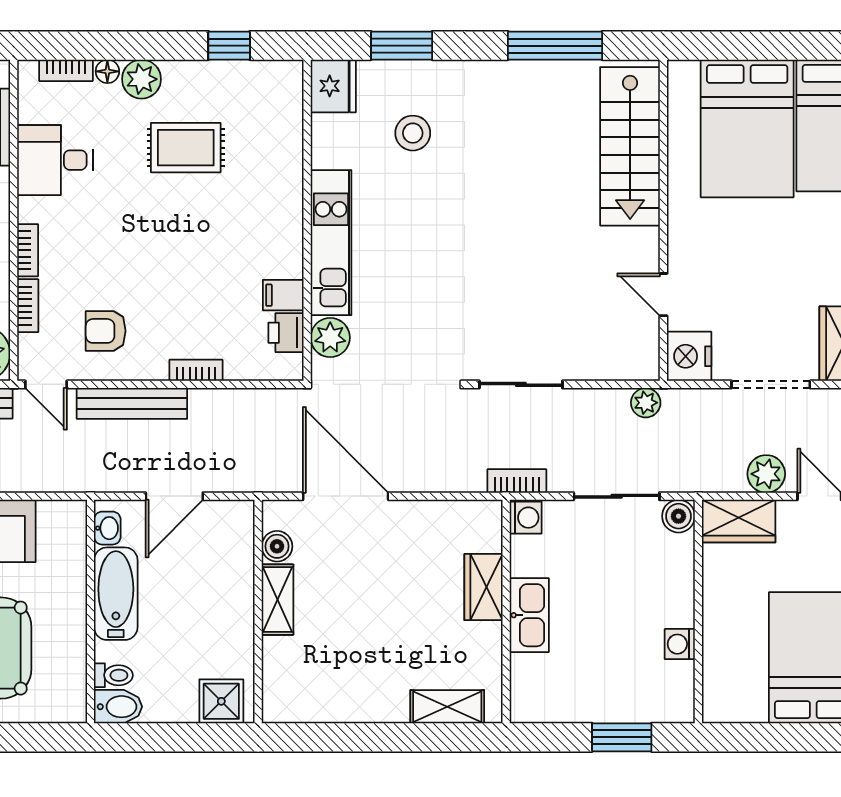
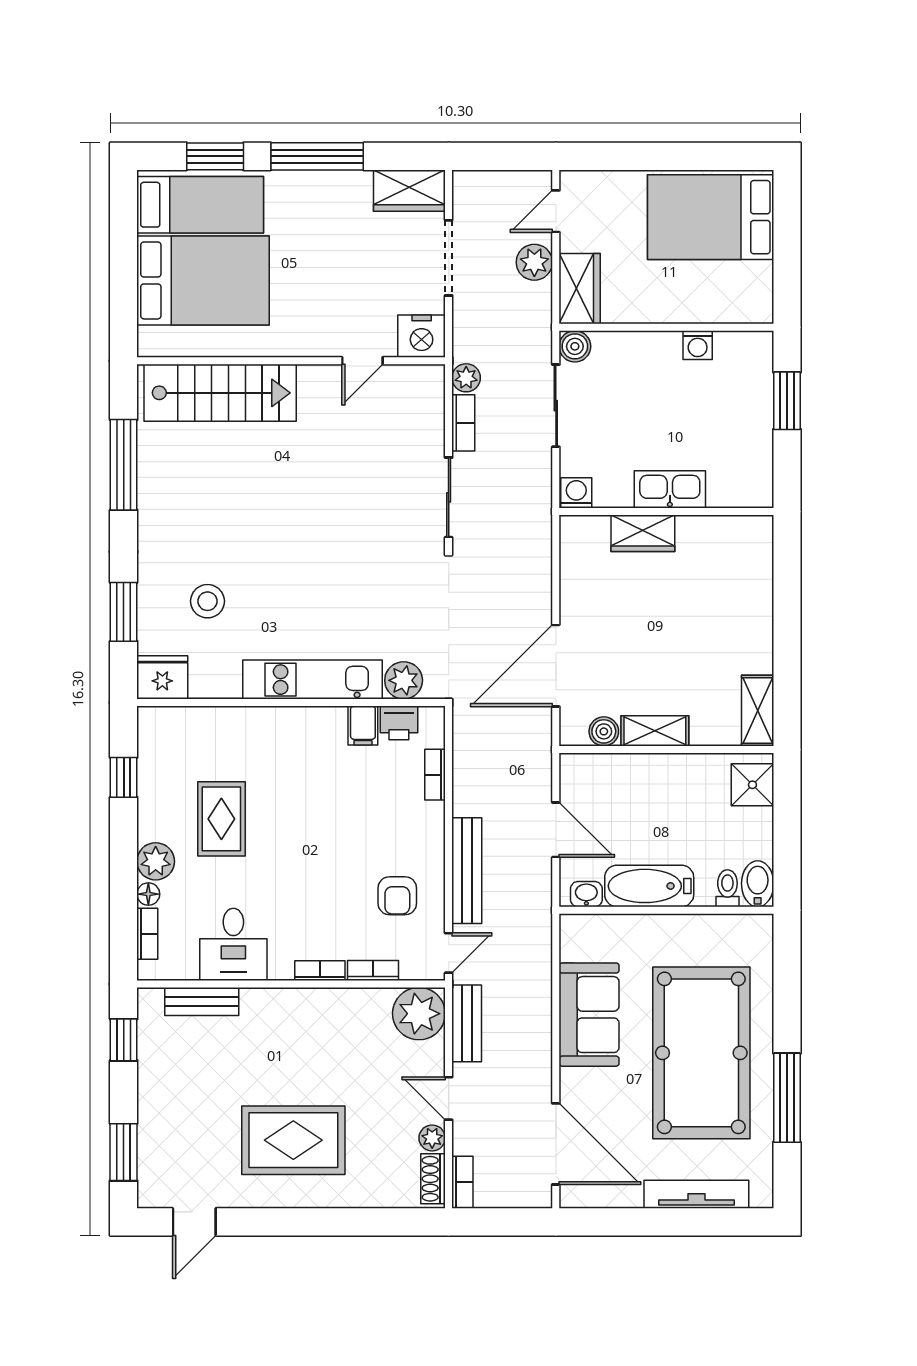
bookcase: (196, 370) -> (435, 775), moved
bookcase: (517, 481) -> (463, 423), moved, turned 180
shelving: (447, 707) -> (758, 711), moved

